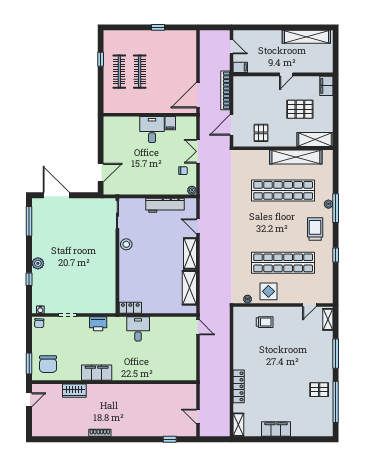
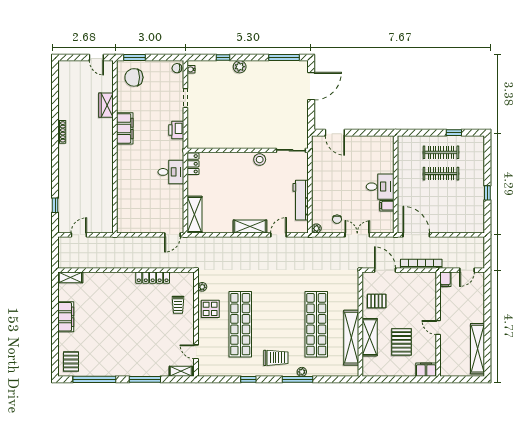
shelving: (315, 139) -> (370, 337), moved
shelving: (189, 288) -> (195, 215), moved, turned 90
locker: (239, 386) -> (153, 278), moved
pallet: (319, 390) -> (71, 362), moved

